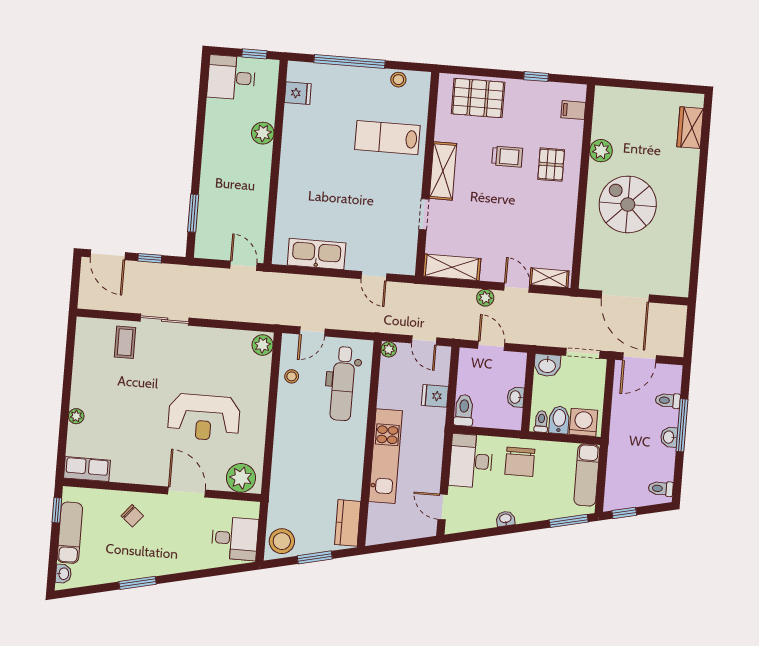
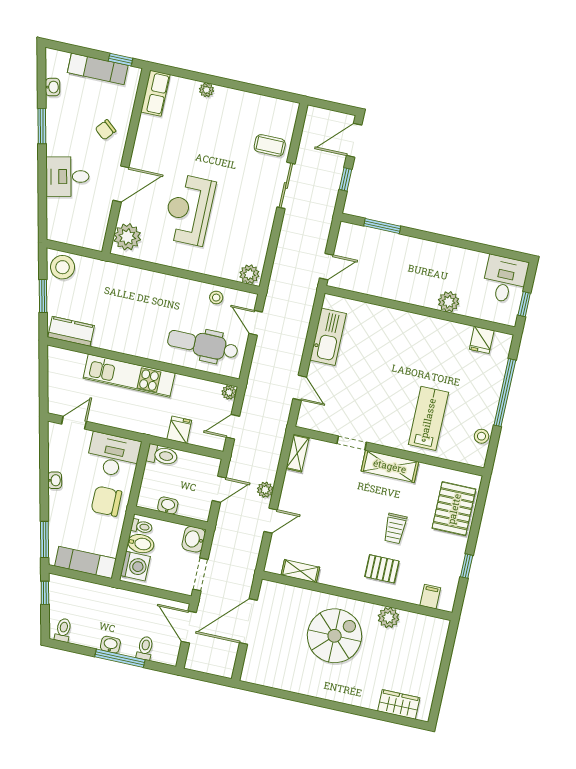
shelving: (452, 267) -> (297, 453), width x0.67, depth x0.75
door: (374, 276) -> (300, 388), swing flipped
shelving: (549, 278) -> (300, 571), moved, turned 90
desk: (235, 538) -> (67, 177), moved, turned 77
washbasin: (63, 574) -> (53, 87), moved, turned -103

